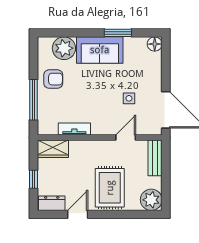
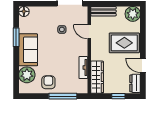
wardrobe: (53, 149) -> (97, 77), width x1.50

